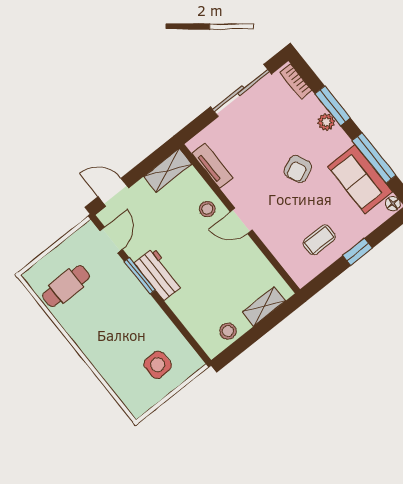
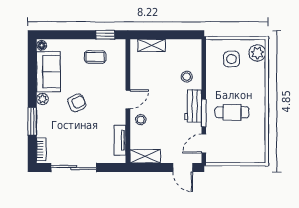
plant: (326, 122) -> (42, 99), moved
window: (374, 158) -> (32, 77), removed
door: (241, 221) -> (128, 99), hinge flipped
window: (357, 252) -> (105, 35), moved
cafe table: (66, 286) -> (232, 112), moved
stool: (228, 331) -> (187, 77), moved
plant: (133, 396) -> (257, 53), added

